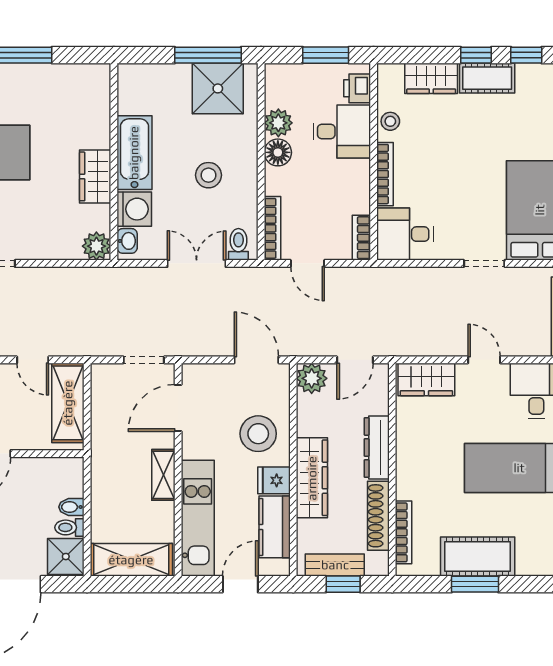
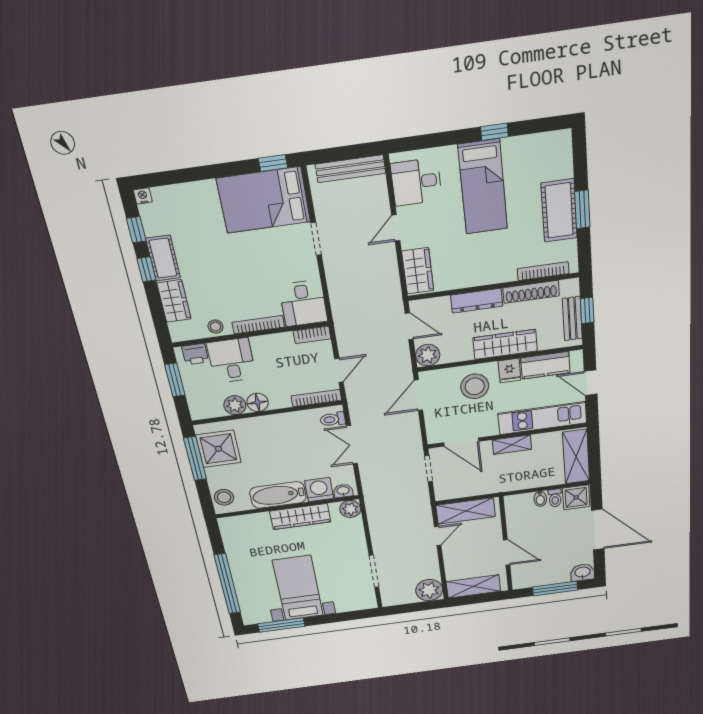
stool: (208, 175) -> (224, 497), moved
wardrobe: (95, 176) -> (300, 517), width x1.50

